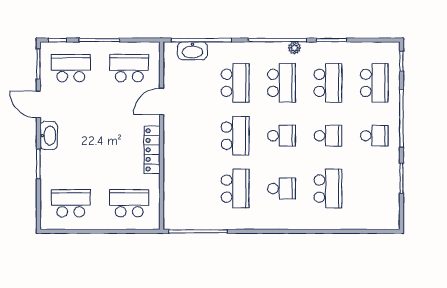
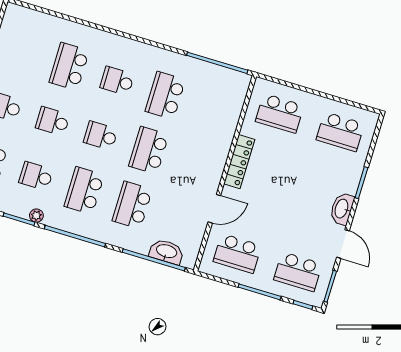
plant: (294, 48) -> (36, 216), moved
school desk: (328, 83) -> (36, 176), width x0.54

